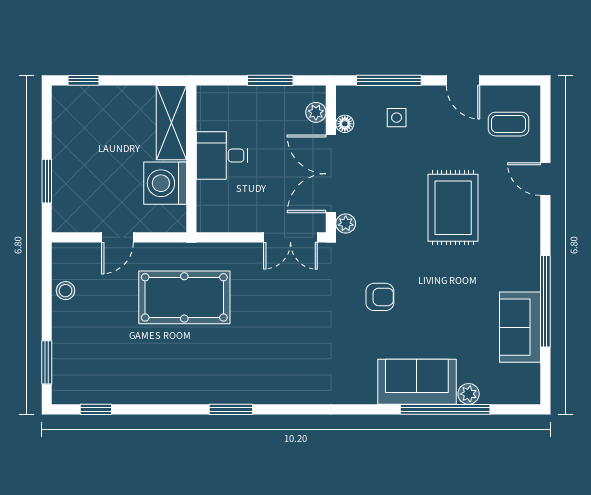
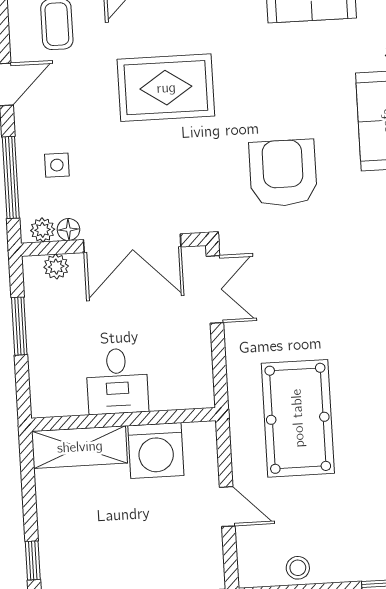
plant: (346, 223) -> (43, 230), moved
armchair: (380, 297) -> (283, 173), width x1.88, depth x1.88

